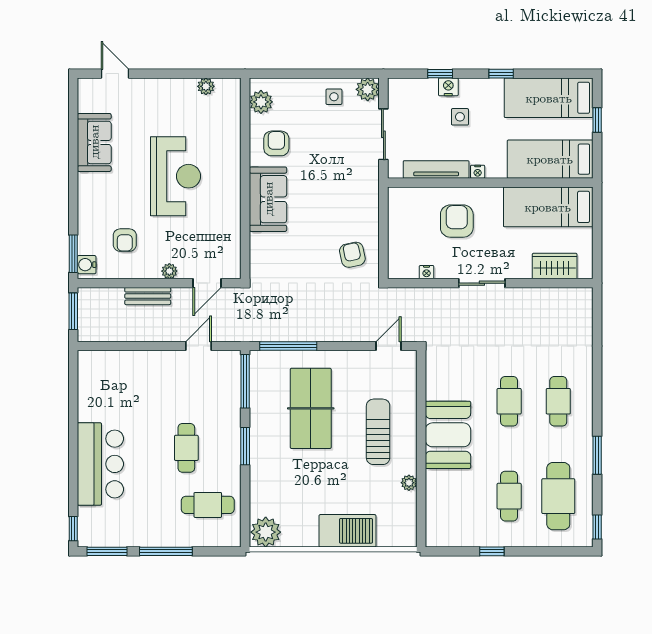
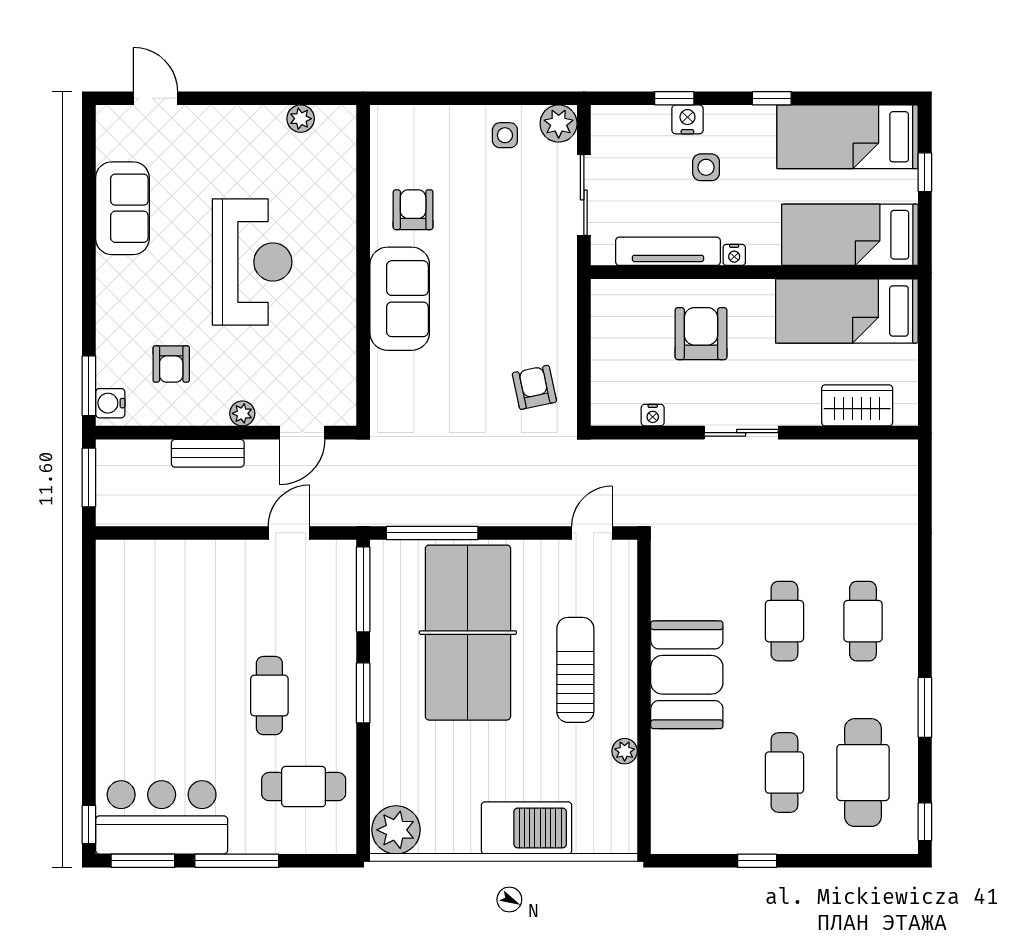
plant: (261, 102) -> (389, 143), removed
table tennis table: (311, 408) -> (468, 633), width x1.36, depth x1.32
bar counter: (100, 464) -> (162, 817), moved, turned -90

